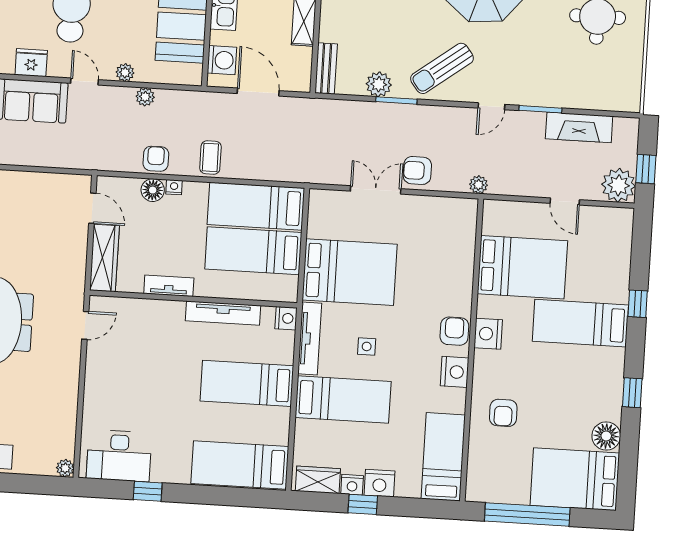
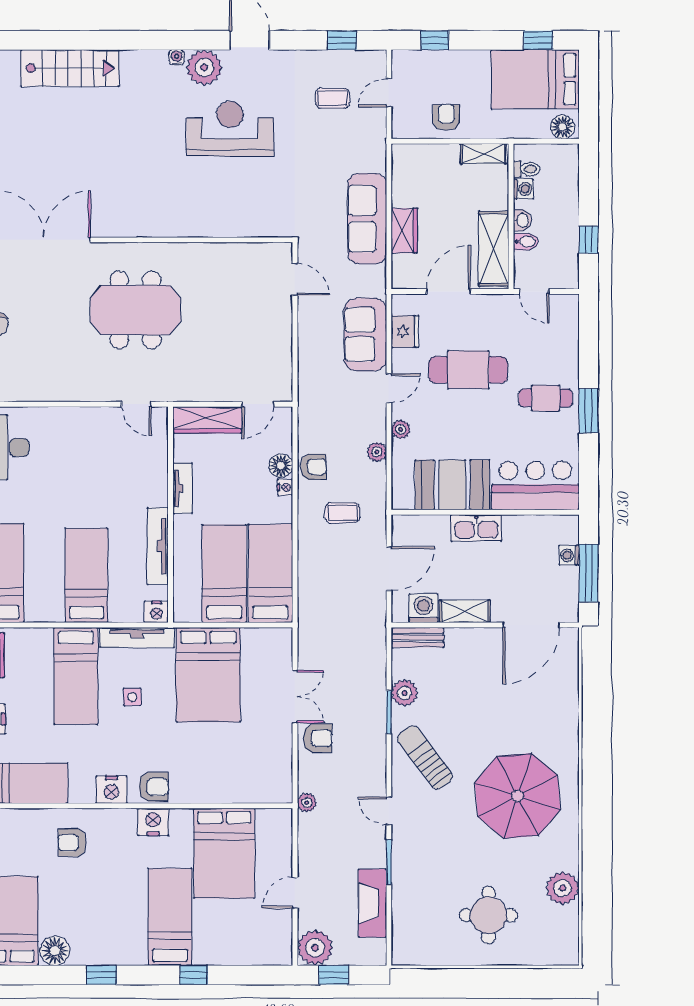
washing machine: (222, 60) -> (423, 608), moved, turned 180
coffee table: (210, 157) -> (342, 513), moved
armchair: (417, 170) -> (318, 738), turned 90

